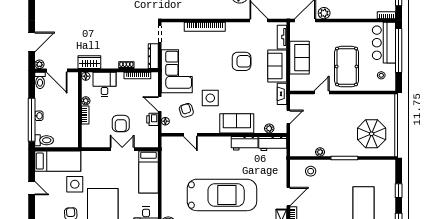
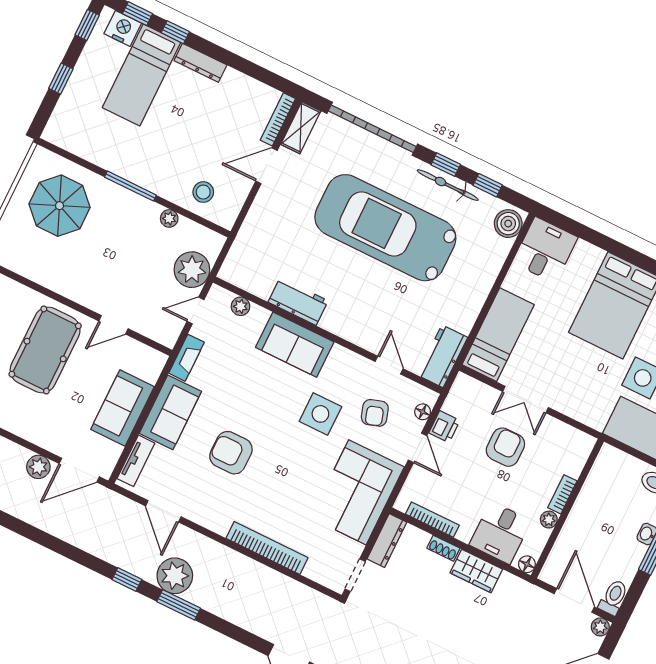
wardrobe: (89, 62) -> (476, 571), moved
plant: (299, 134) -> (192, 270), added
workbench: (273, 144) -> (442, 356), moved, turned -90

